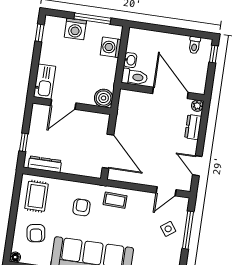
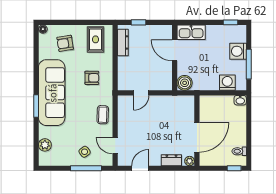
washbasin: (130, 60) -> (240, 100), moved
toilet: (134, 77) -> (206, 106), removed
door: (108, 151) -> (141, 93), width x0.53
rug: (37, 196) -> (96, 39), turned 90
coffee table: (115, 200) -> (103, 115), moved

